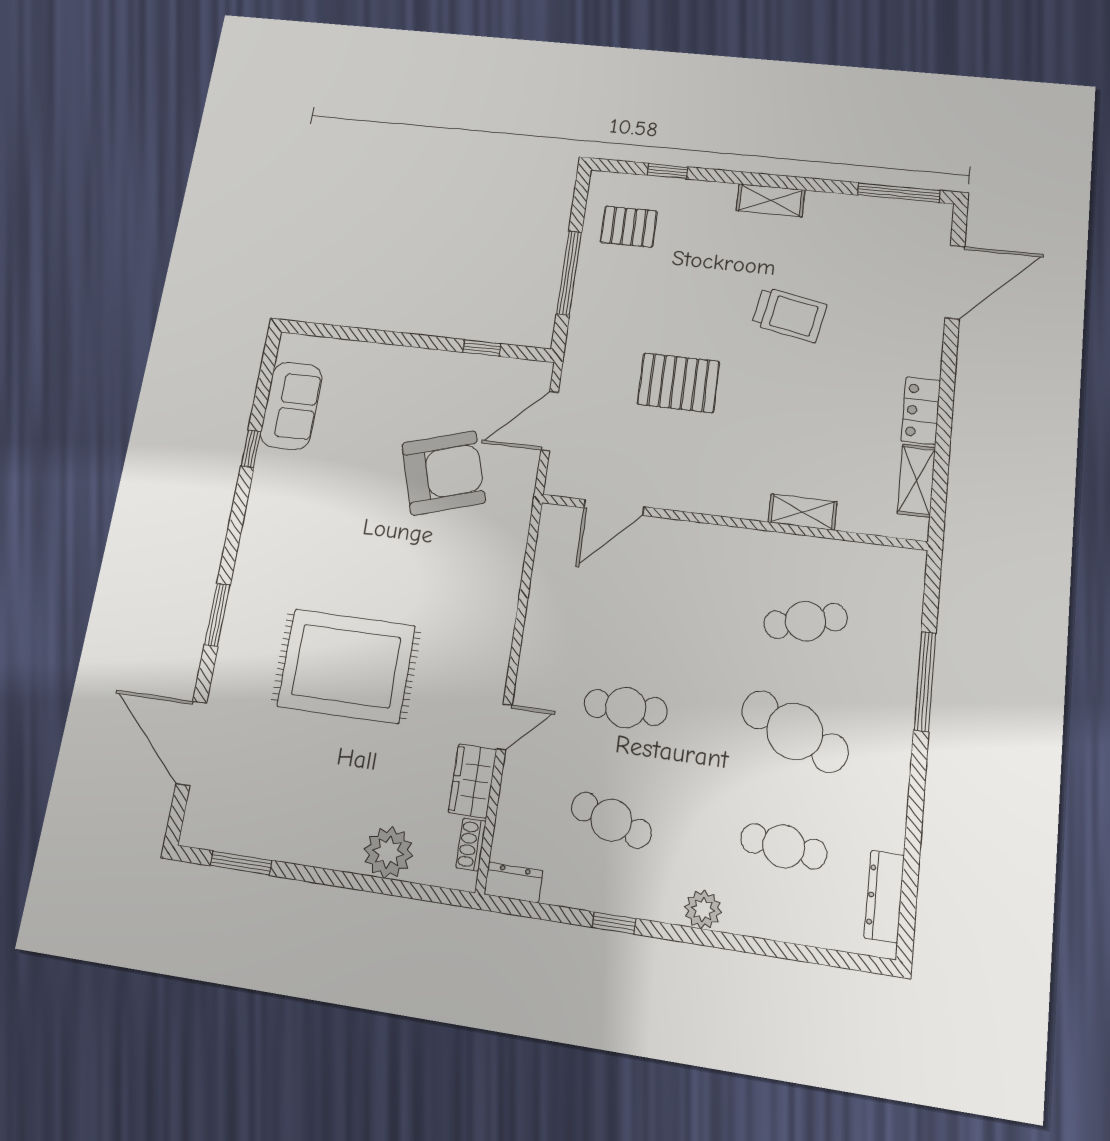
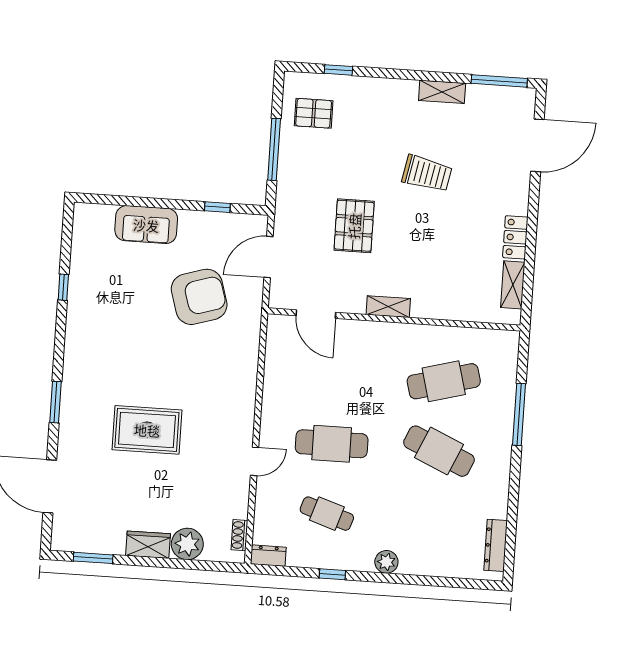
shelving: (771, 200) -> (442, 92), moved
pallet: (678, 383) -> (354, 226), turned 90
sofa: (291, 406) -> (146, 225), moved, turned 90
door: (614, 507) -> (316, 314), hinge flipped
shelving: (803, 512) -> (388, 307), moved
cafe table: (806, 621) -> (444, 381), width x1.37, depth x1.35
rug: (346, 666) -> (147, 430), width x0.73, depth x0.69
cafe table: (626, 707) -> (332, 444), width x1.37, depth x1.35
wardrobe: (473, 781) -> (148, 545), moved, turned 90
cafe table: (784, 846) -> (434, 521), removed

